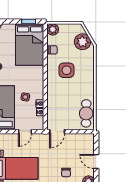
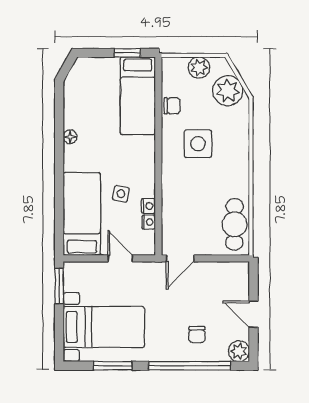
plant: (53, 29) -> (199, 68), moved
bed: (30, 45) -> (138, 96), width x0.67
door: (25, 132) -> (120, 258), swing flipped

